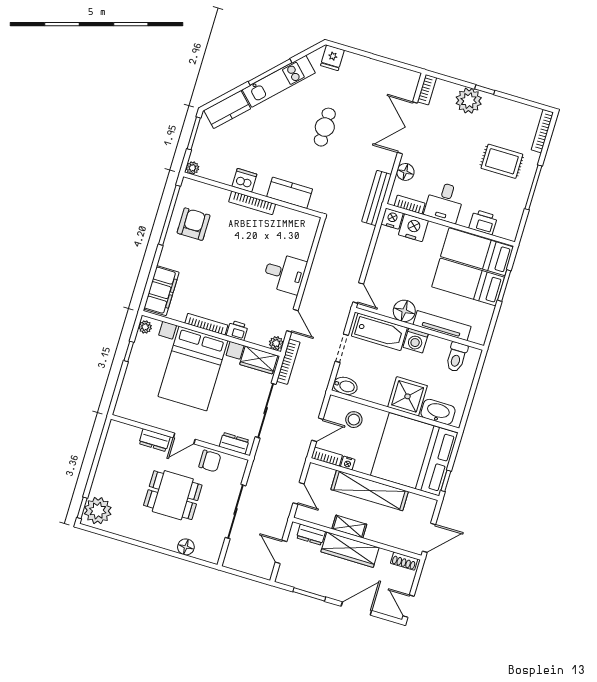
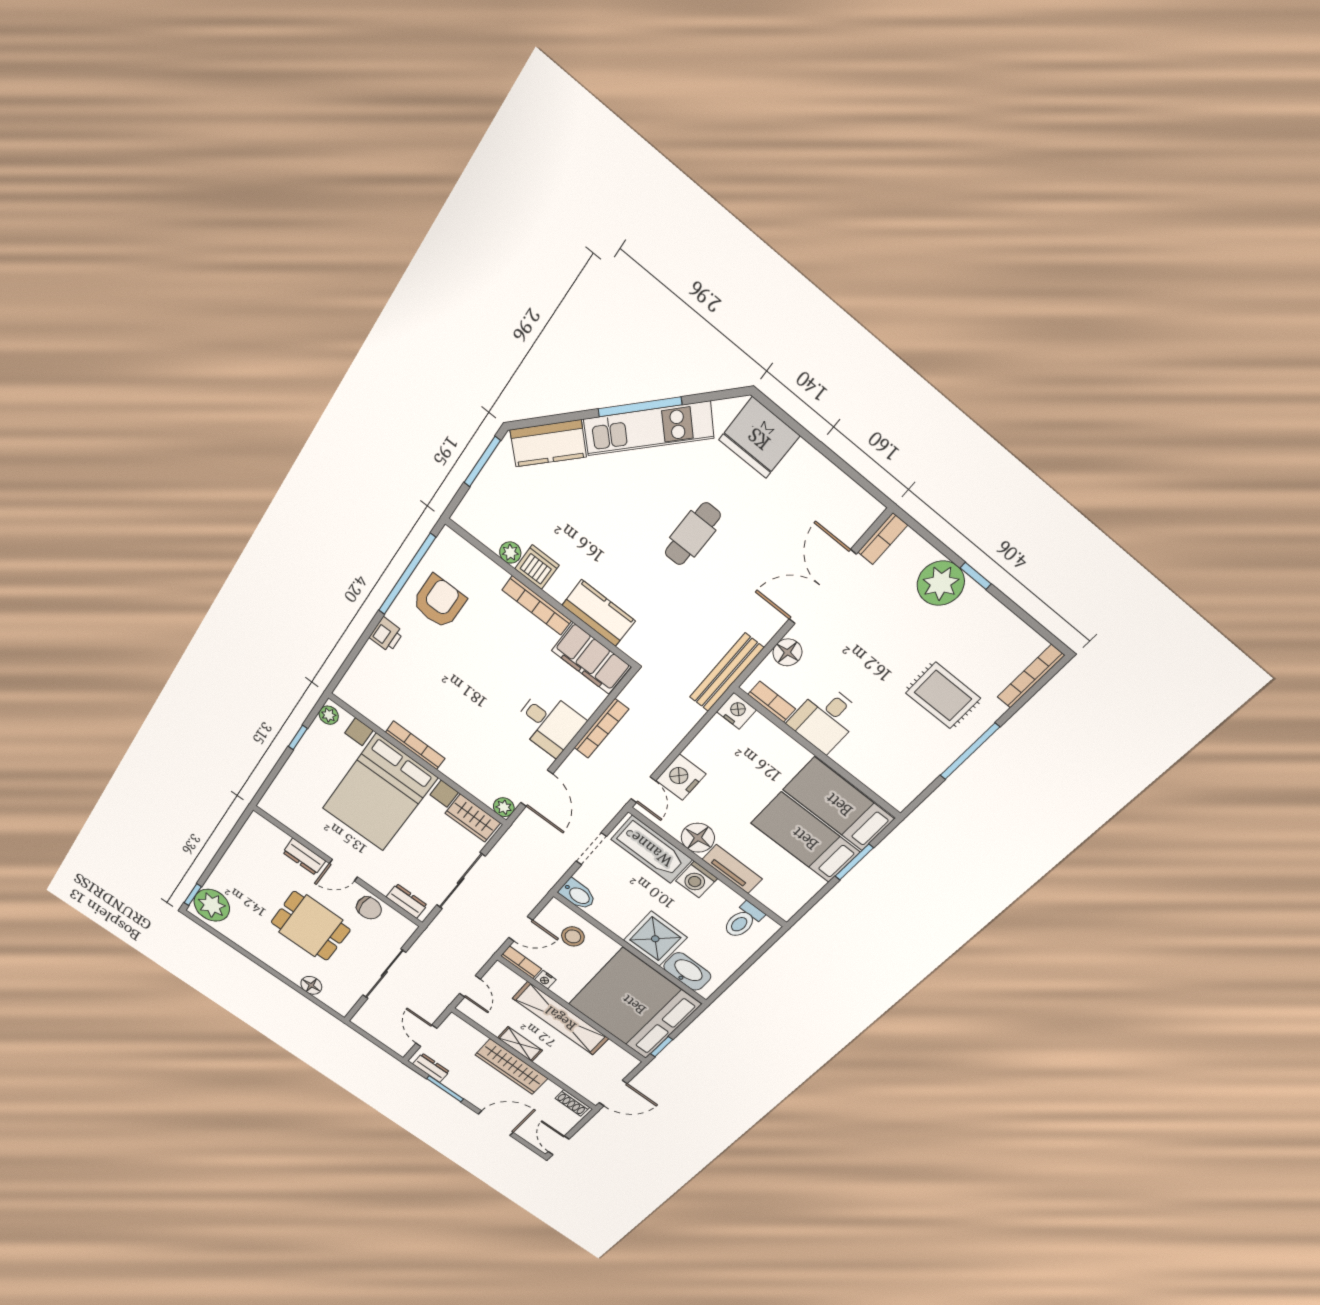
fridge: (332, 58) -> (759, 438), width x1.88, depth x1.34
plant: (192, 168) -> (510, 553), moved
printer: (483, 222) -> (869, 769), removed
nightstand: (413, 228) -> (681, 777), moved, turned -90
filing cabinet: (161, 291) -> (591, 659), moved, turned 90
door: (292, 321) -> (537, 788), width x1.38
tv unit: (442, 326) -> (732, 869), width x0.71
printer: (237, 330) -> (386, 635), moved, turned 90
bookcase: (288, 362) -> (601, 729), moved
dresser: (311, 535) -> (431, 1068), moved, turned 180

